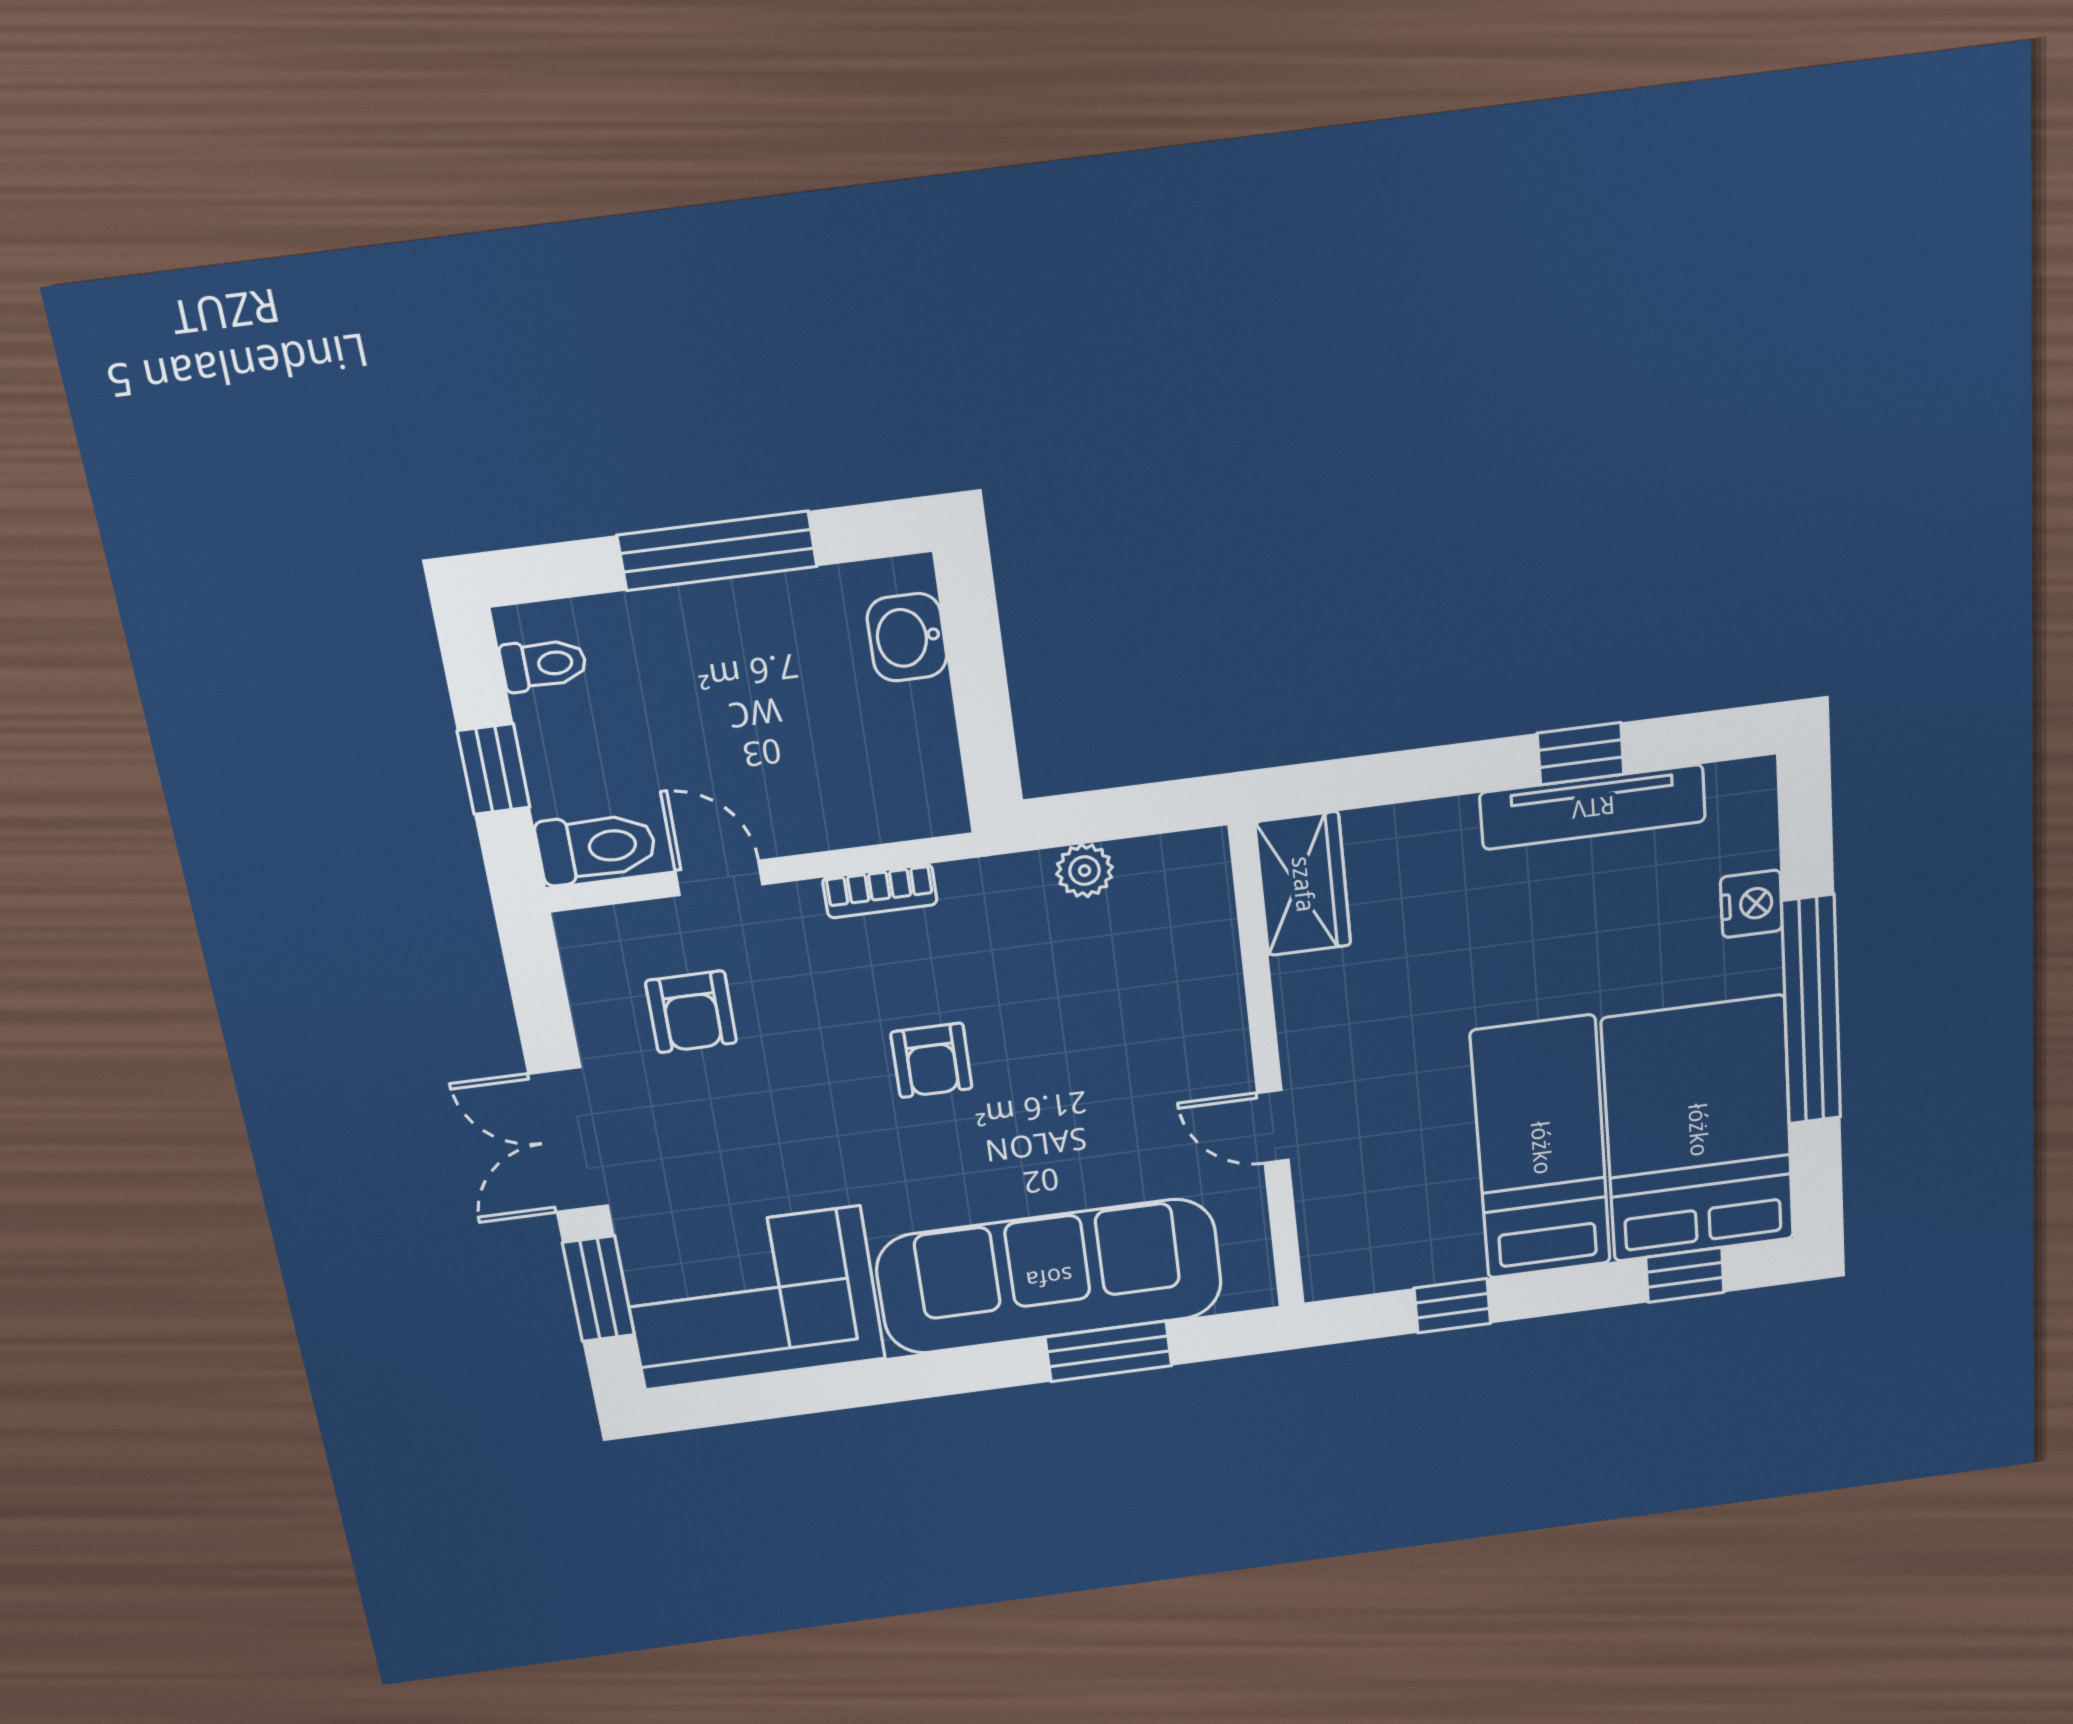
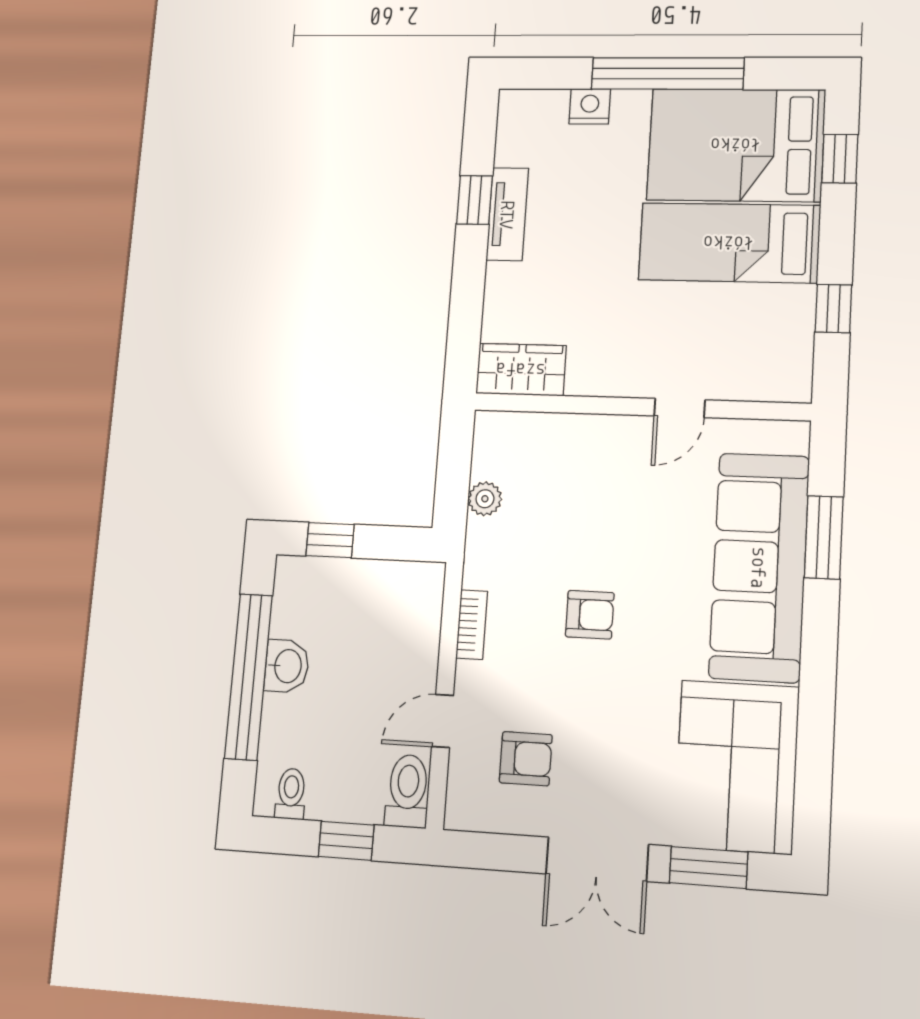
window: (717, 551) -> (248, 677), width x1.46
washbasin: (907, 637) -> (287, 666), moved, turned -90
window: (973, 638) -> (330, 540), added
tv unit: (1593, 807) -> (507, 214), width x0.71

